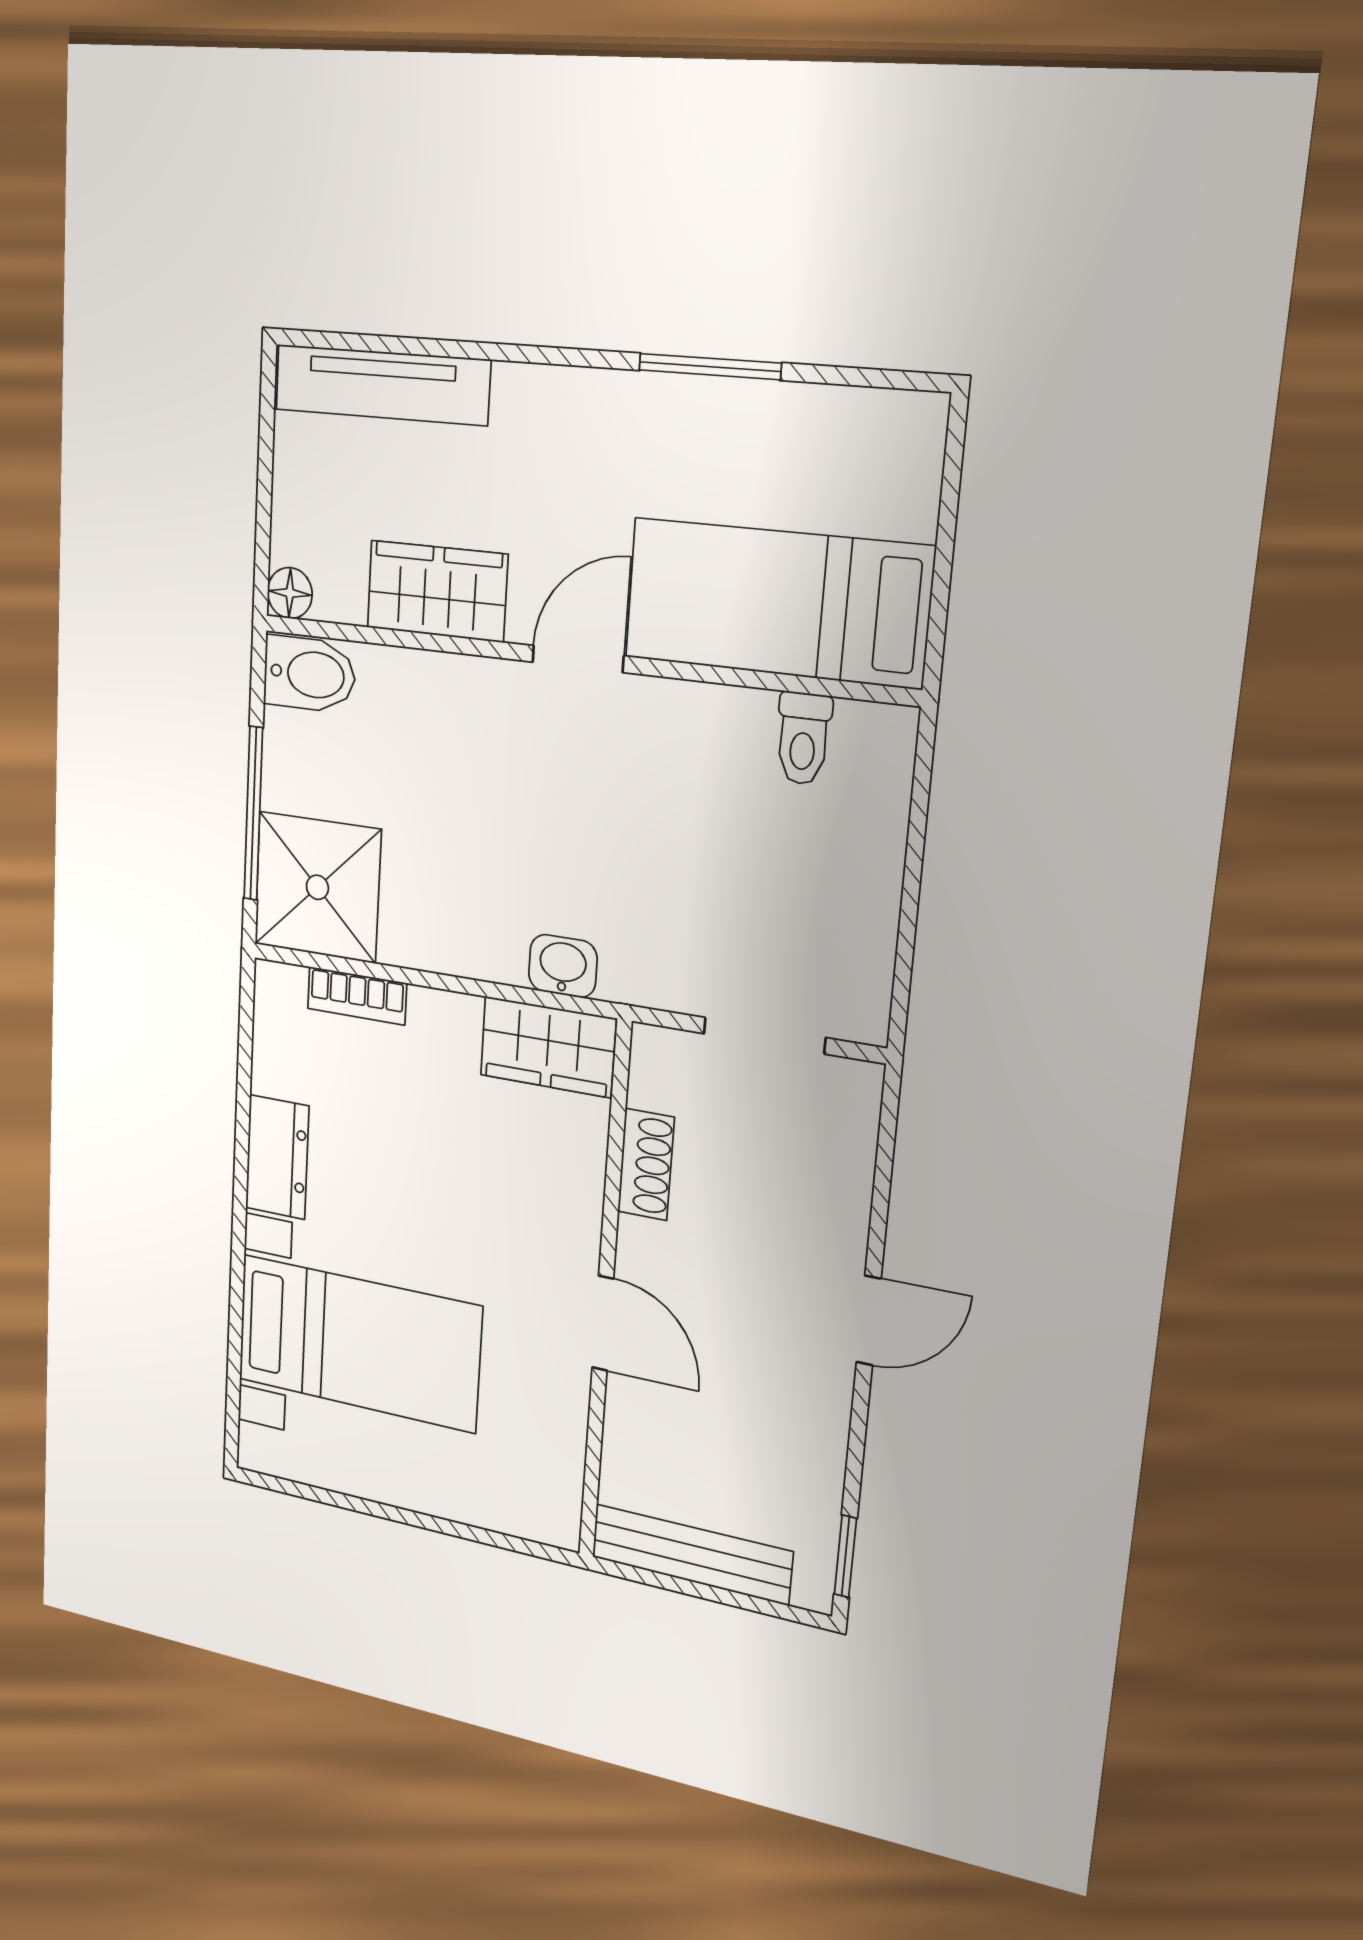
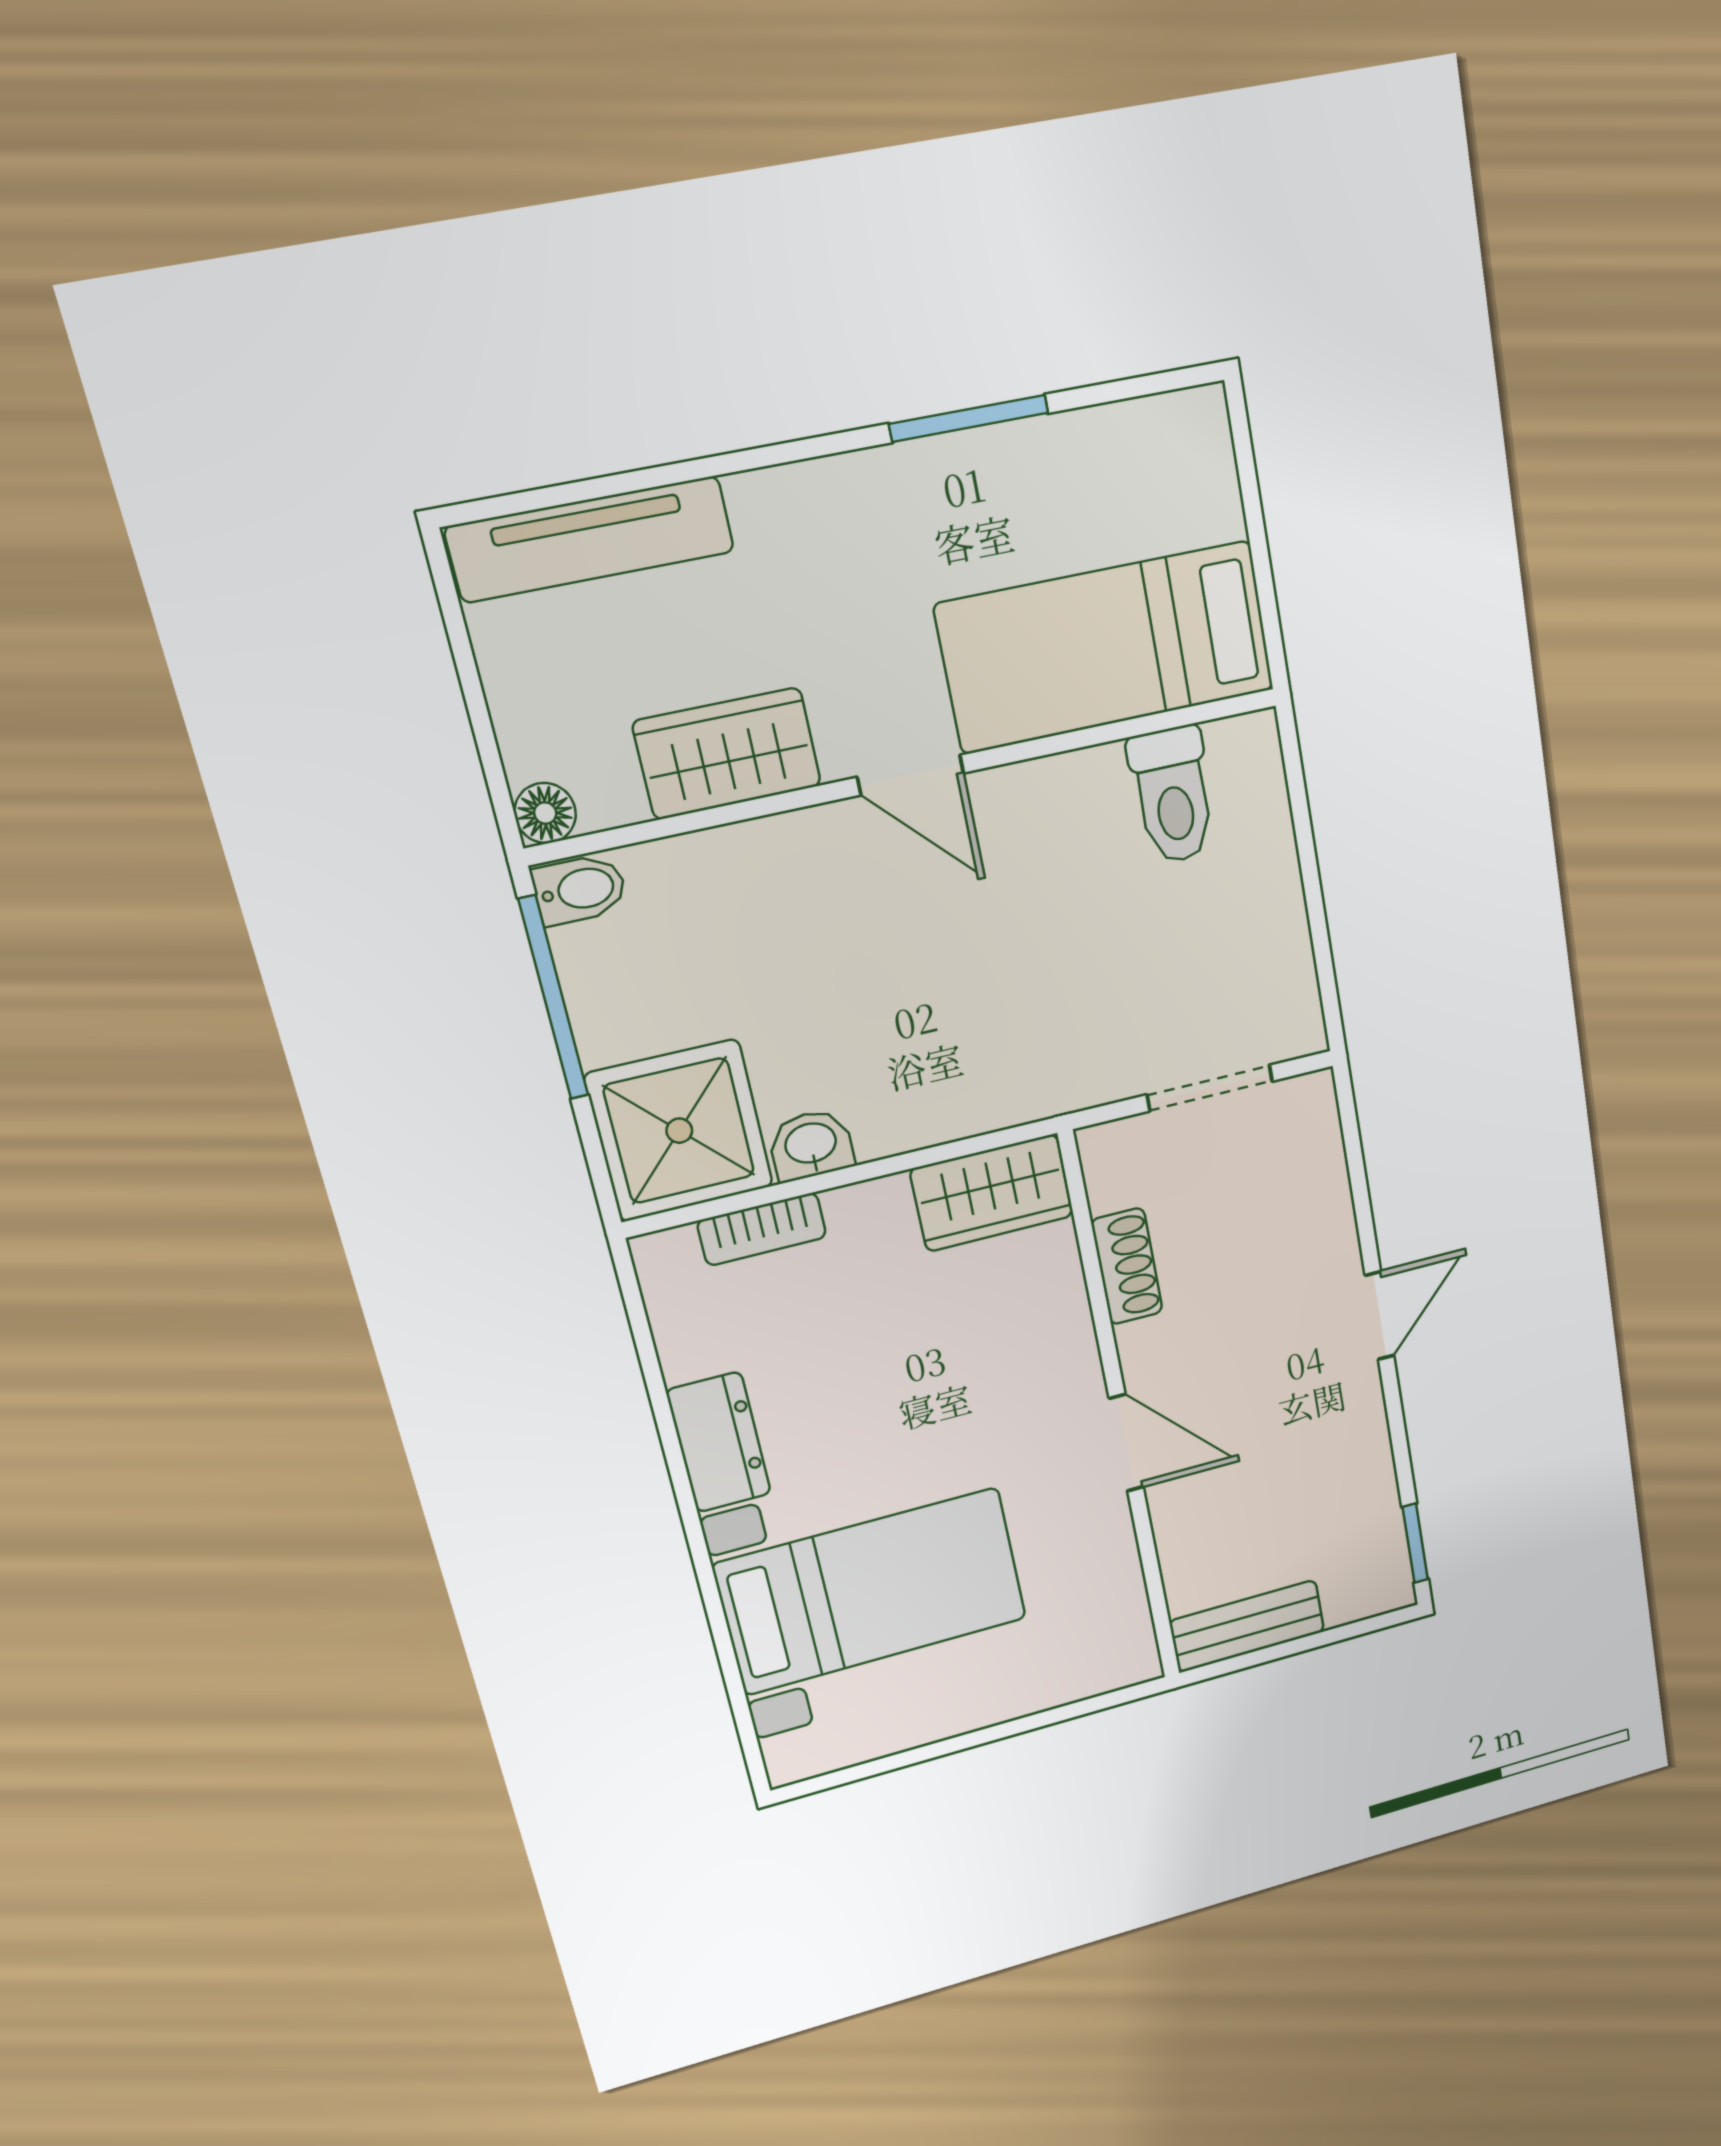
door: (578, 659) -> (911, 775), swing flipped
bidet: (309, 674) -> (580, 889), width x0.72, depth x0.74
toilet: (803, 738) -> (1173, 795), width x1.37, depth x1.39
window: (253, 814) -> (553, 998), moved
washbasin: (563, 966) -> (811, 1145), moved
bench: (691, 1554) -> (1247, 1626), width x0.73

